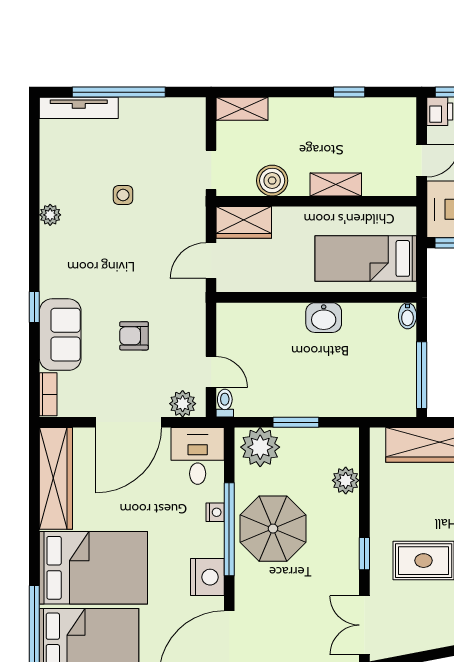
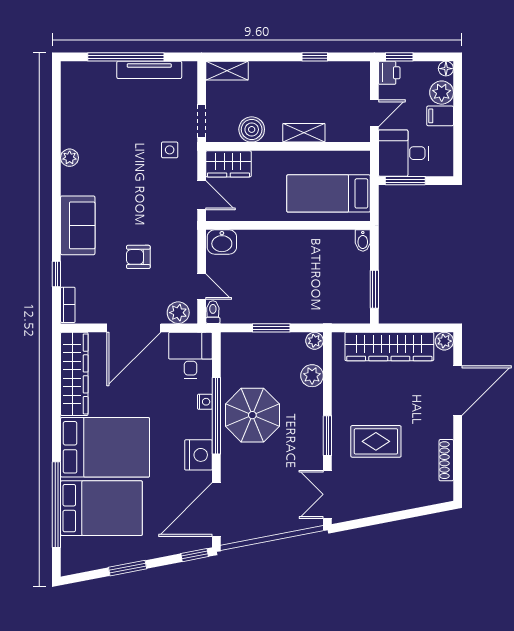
tv unit: (79, 108) -> (149, 70), moved
side table: (123, 195) -> (170, 150), moved
door: (211, 261) -> (202, 195), swing flipped
window: (34, 307) -> (56, 274), moved
washbasin: (324, 318) -> (222, 242), moved
sofa: (60, 335) -> (78, 225), moved
window: (422, 375) -> (374, 289), width x0.69
plant: (260, 447) -> (315, 341), moved, width x0.53, depth x0.53
window: (364, 554) -> (327, 436), width x1.50

